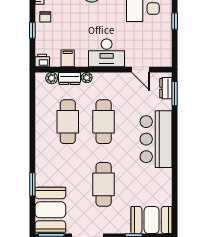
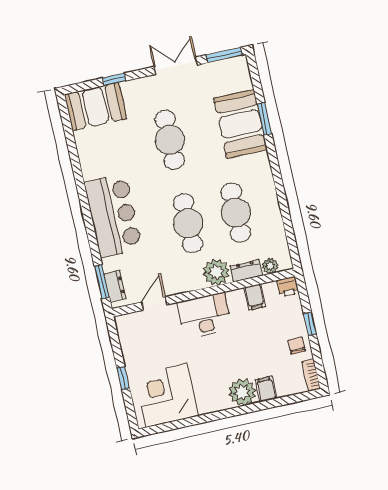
door: (141, 70) -> (154, 303), hinge flipped
plant: (87, 78) -> (216, 272), width x1.88, depth x1.88
booth: (50, 210) -> (240, 124), moved

